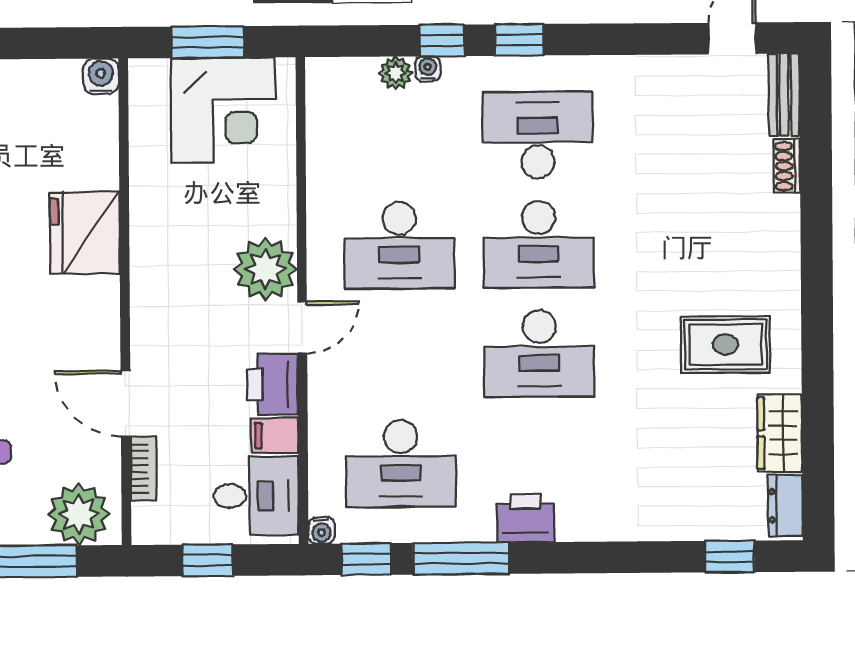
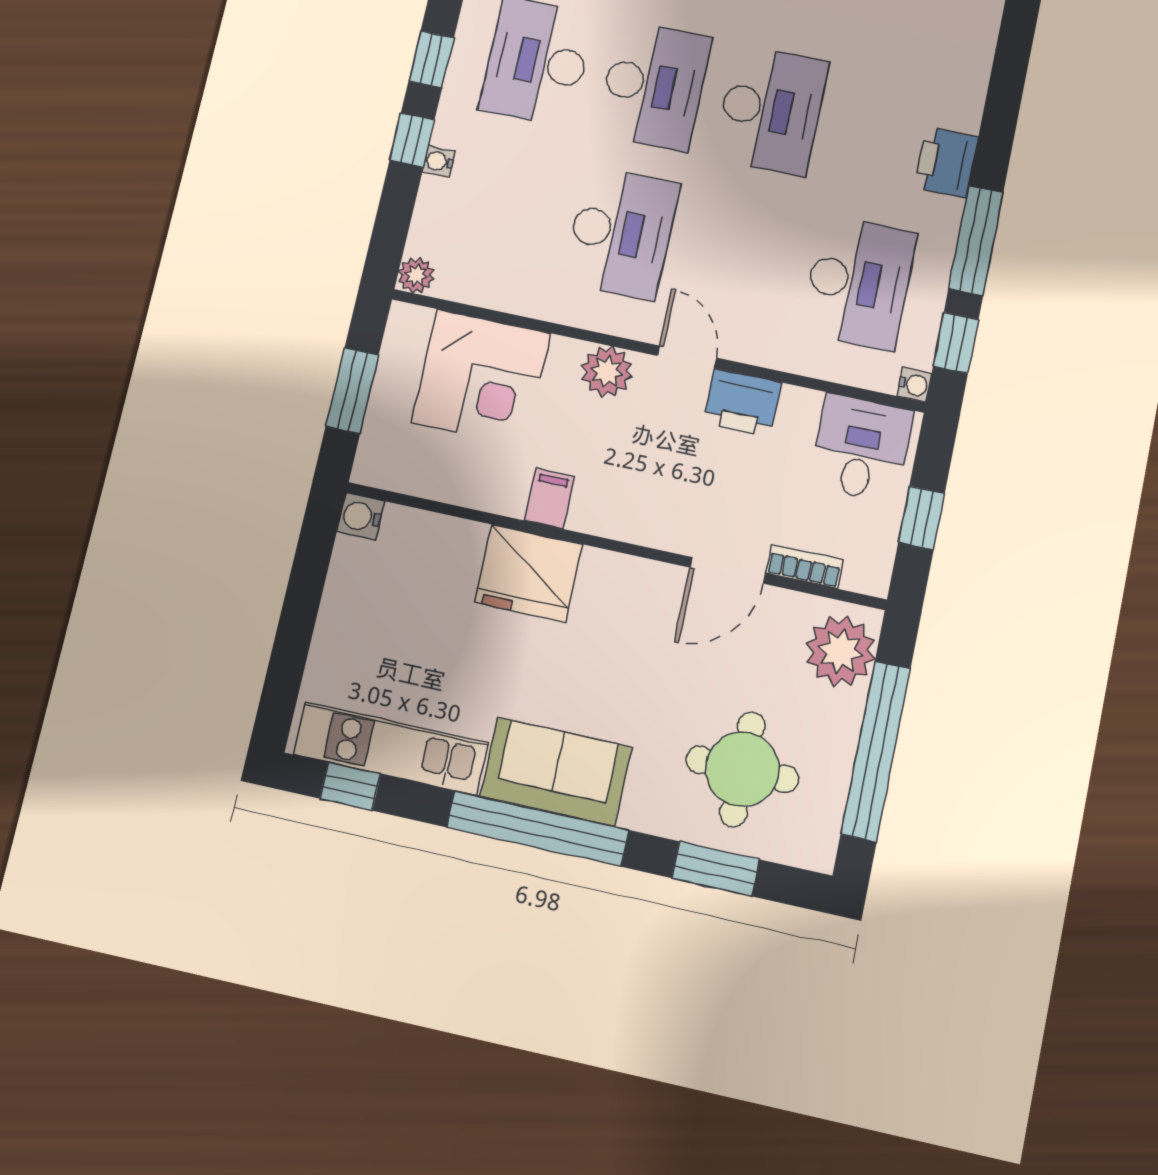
plant: (396, 73) -> (416, 275), moved
corner desk: (223, 110) -> (481, 378), moved, turned 90
plant: (265, 269) -> (607, 371), width x0.73, depth x0.73
filing cabinet: (275, 436) -> (549, 499), moved, turned 180

